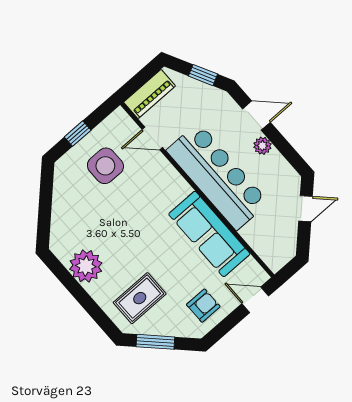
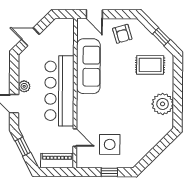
armchair: (203, 306) -> (122, 34), turned -106
window: (155, 342) -> (161, 37), width x0.67

